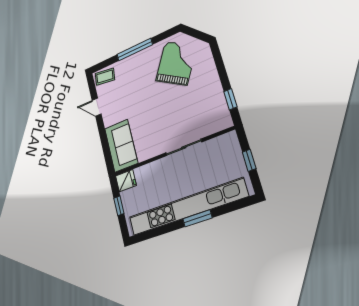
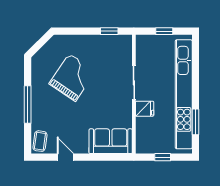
grand piano: (176, 63) -> (72, 78), moved, turned 93
door: (97, 107) -> (65, 157), swing flipped
fridge: (126, 181) -> (145, 109), moved, turned 90
window: (197, 218) -> (196, 122), moved

